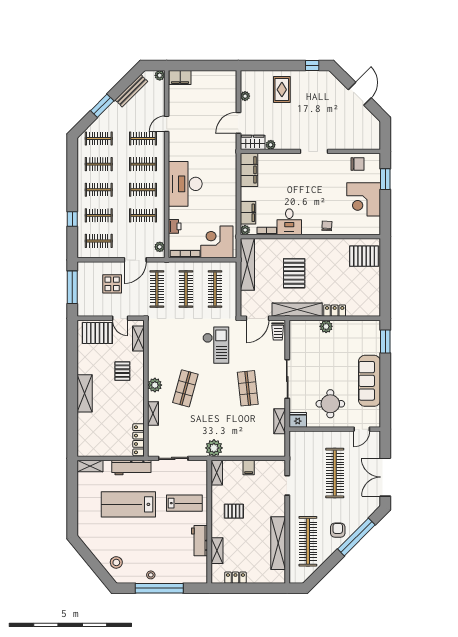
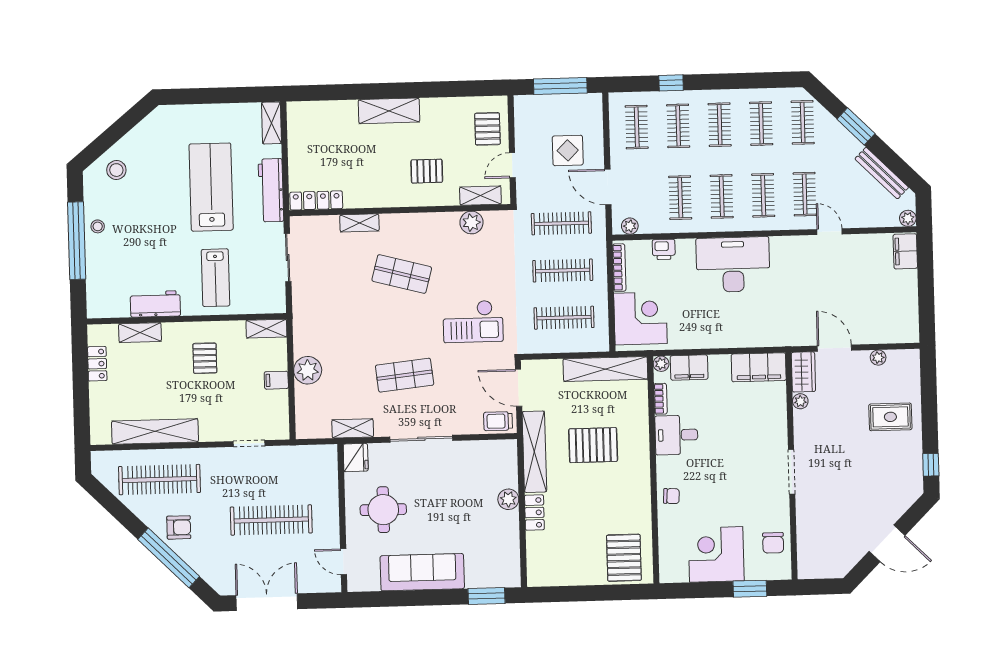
pallet: (97, 333) -> (487, 129), width x0.67, depth x0.71
plant: (155, 385) -> (471, 223), moved
plant: (214, 448) -> (308, 370), moved

